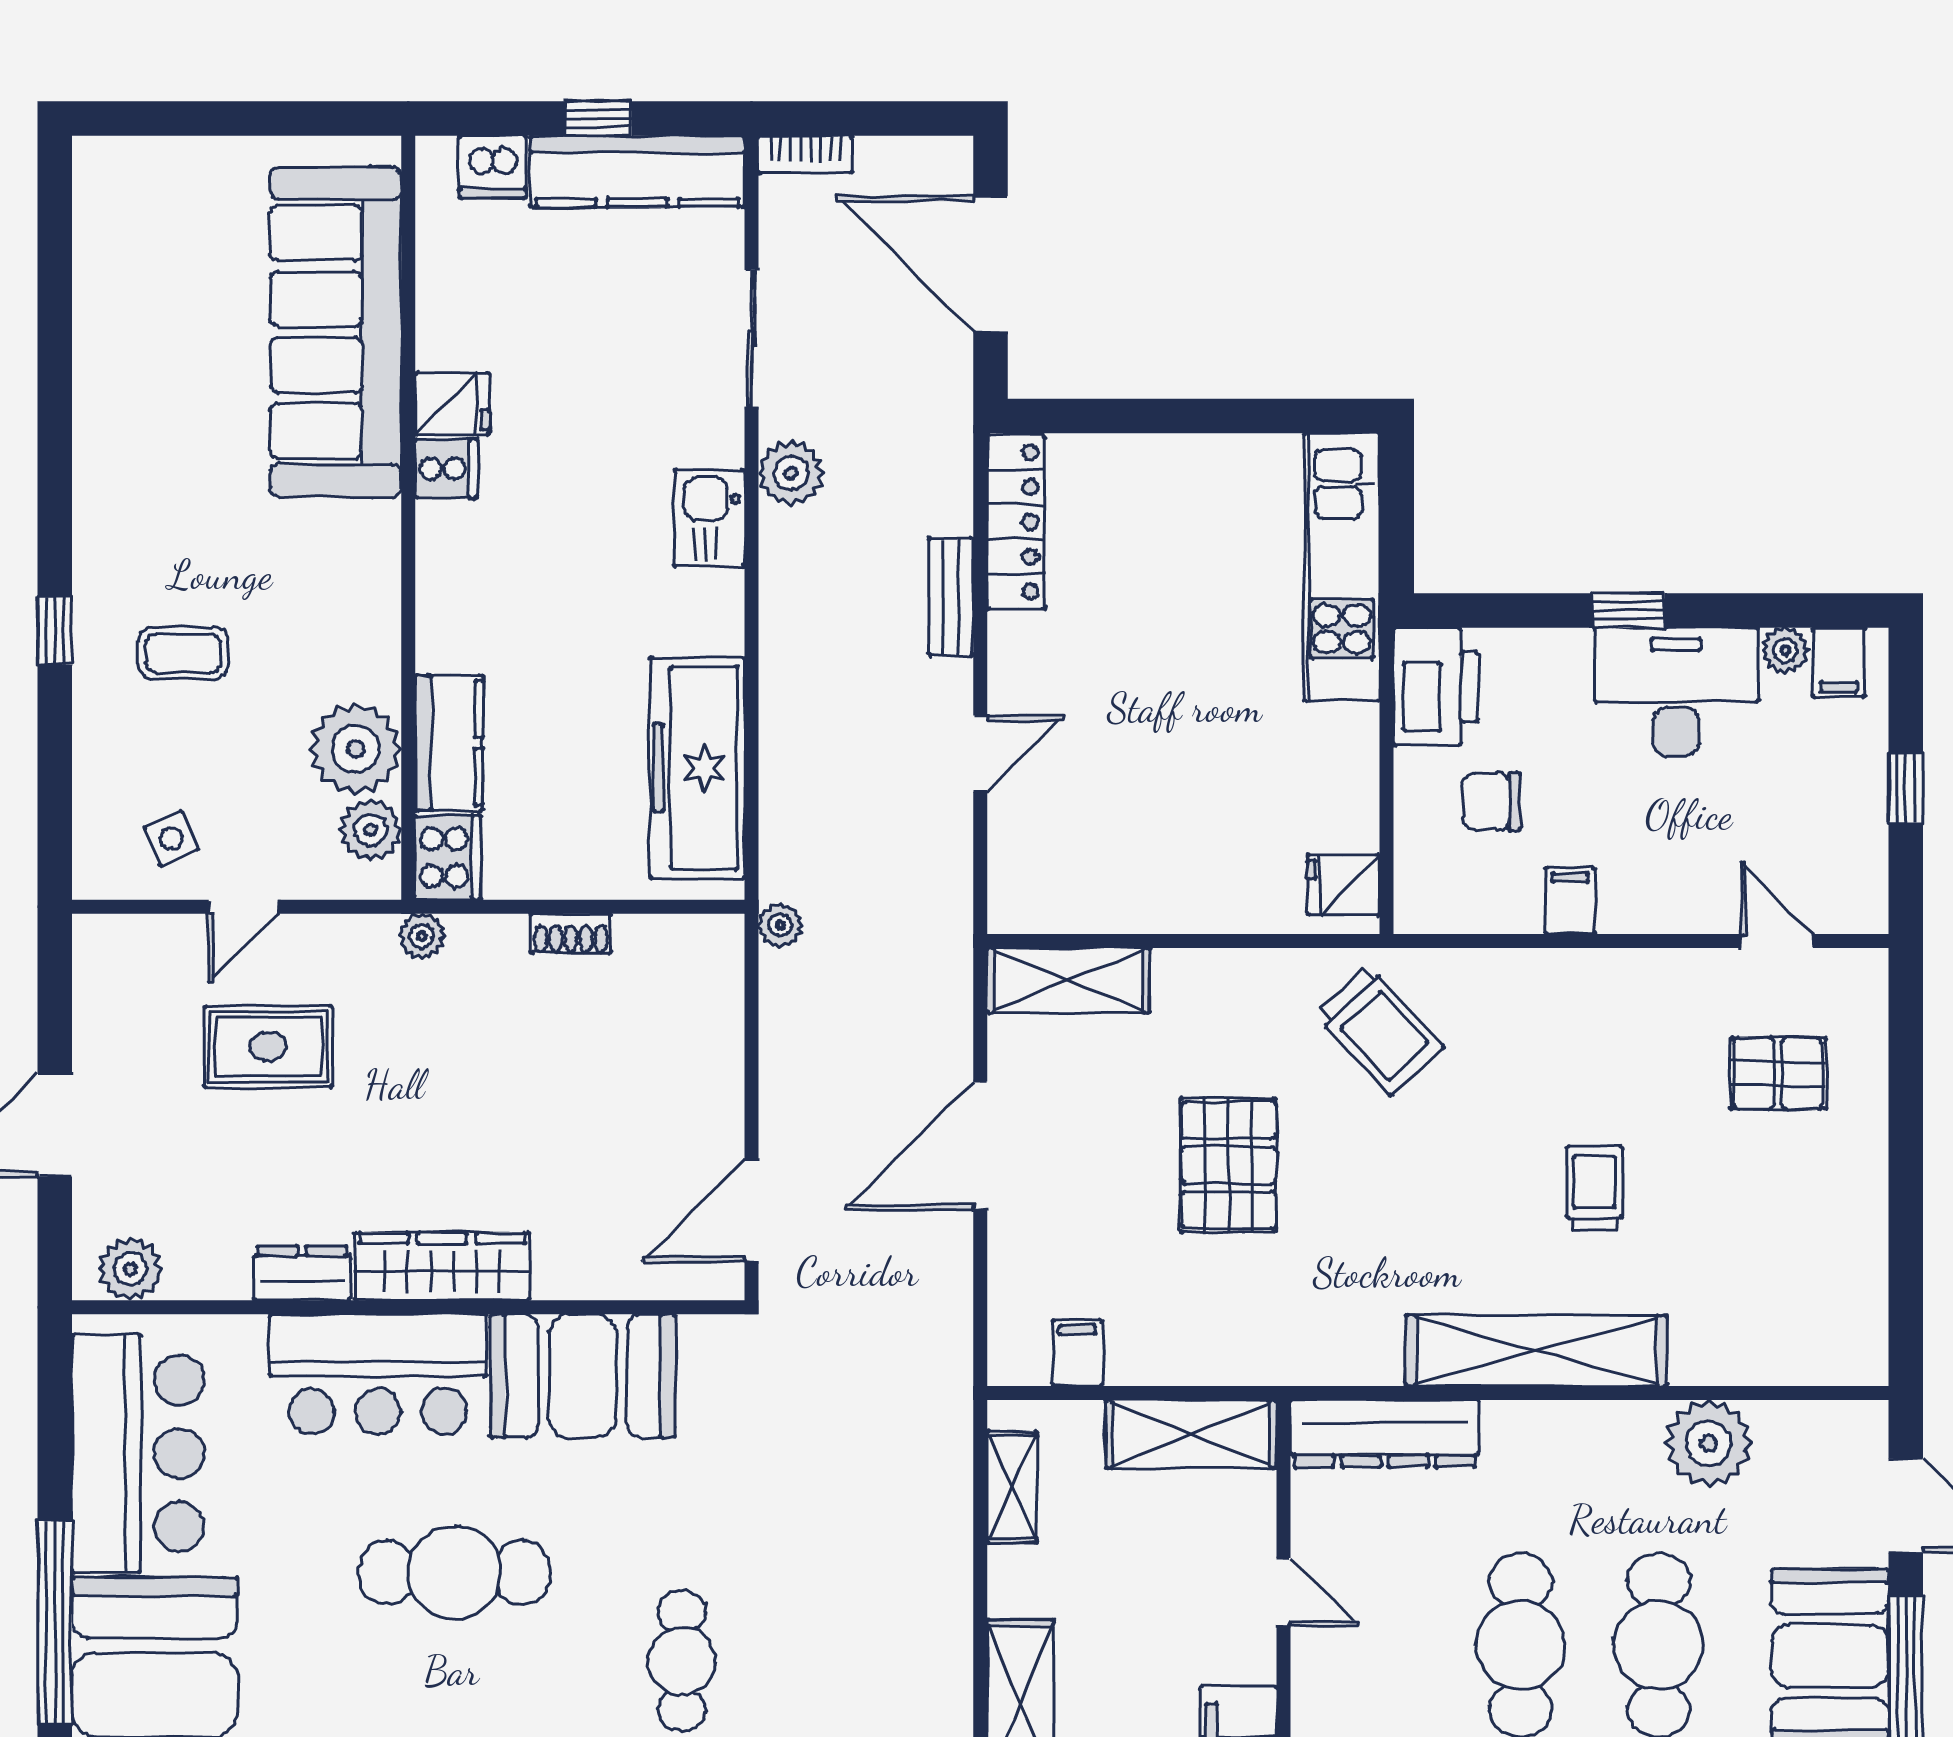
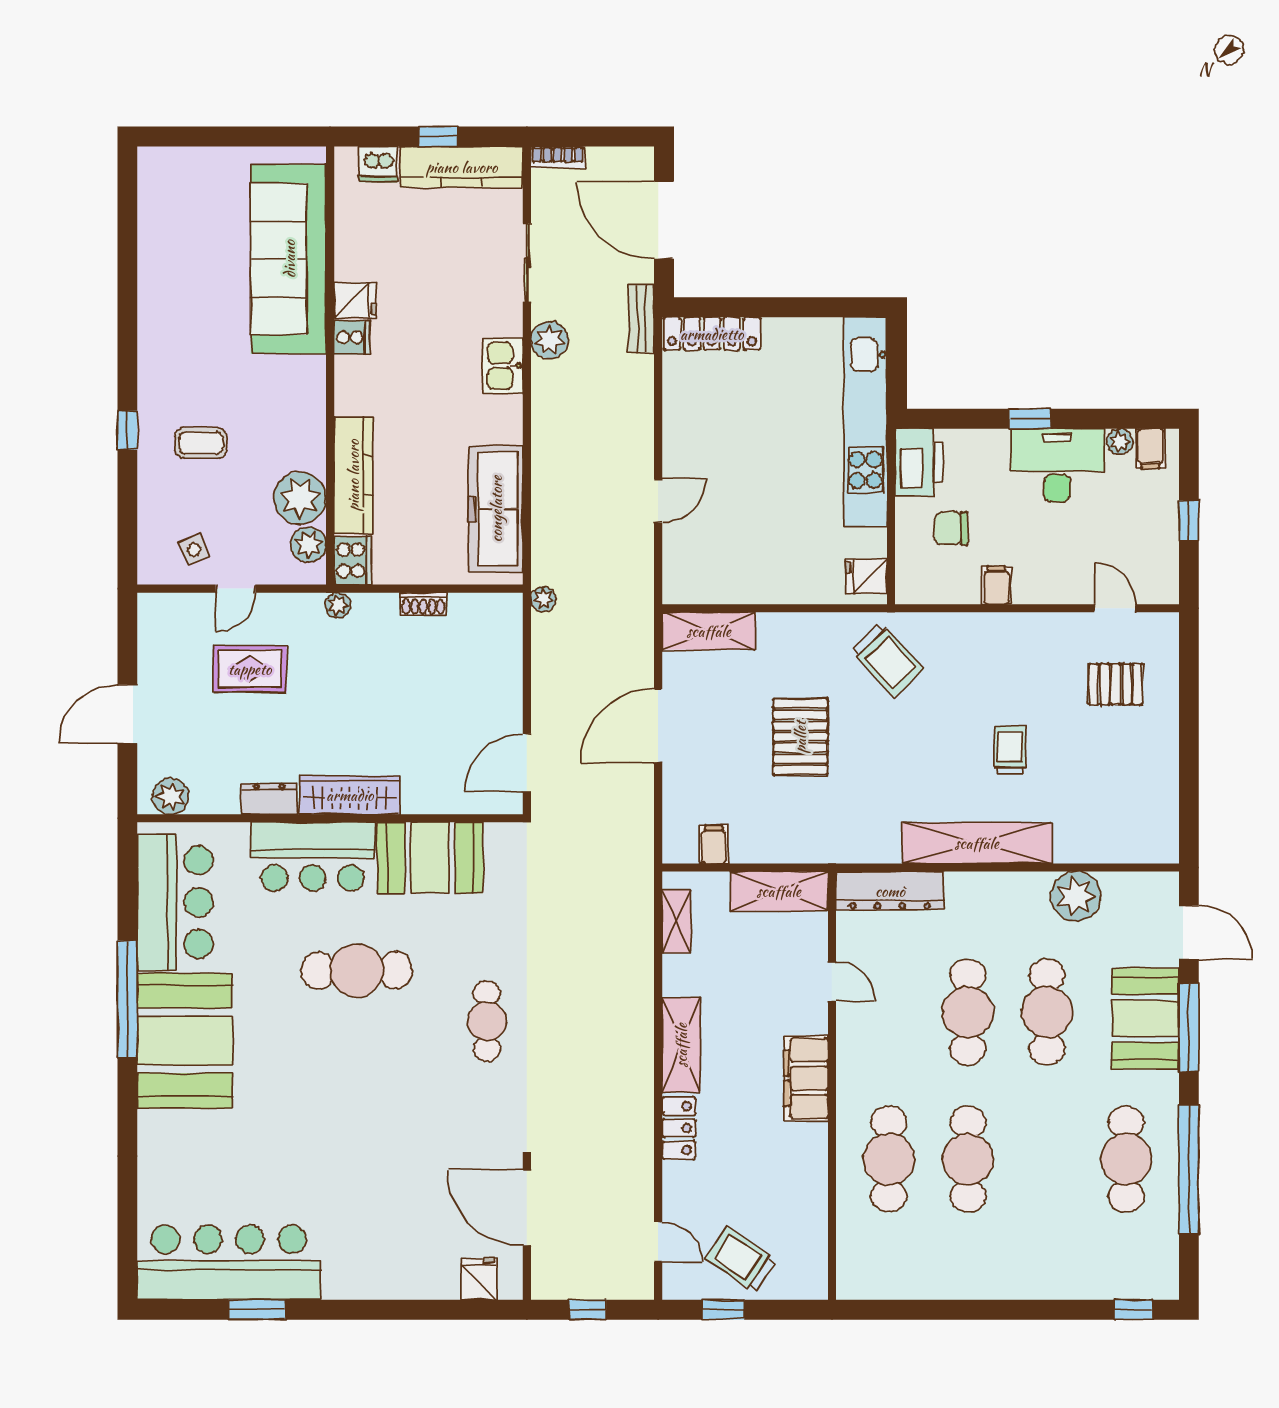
locker: (1016, 522) -> (712, 334), moved, turned 90
kitchen unit: (1342, 567) -> (865, 422), width x1.36
bench: (951, 597) -> (641, 319), moved
kitchen counter: (449, 743) -> (353, 475), width x1.50

